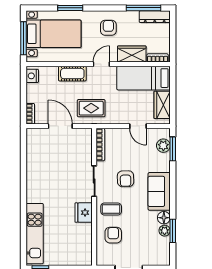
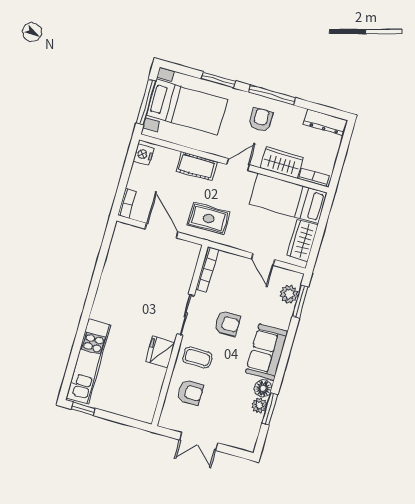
window: (144, 8) -> (272, 95), moved
armchair: (126, 179) -> (227, 323), turned -89
armchair: (113, 235) -> (191, 392), turned 90

